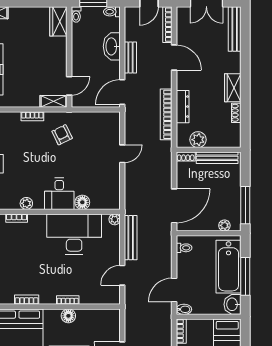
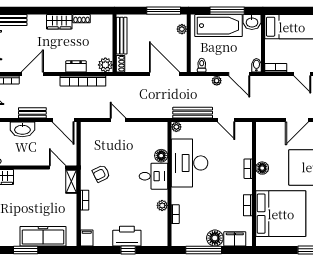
dresser: (183, 107) -> (76, 66), width x0.70
plant: (198, 140) -> (105, 65), moved
plant: (167, 265) -> (217, 81), added

